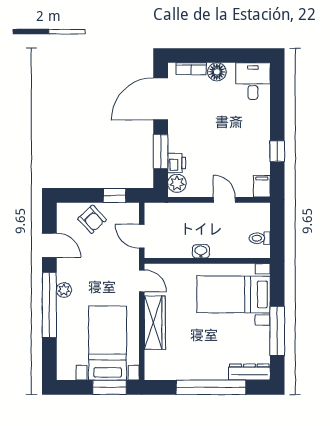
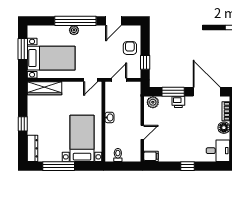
window: (277, 151) -> (187, 166), moved
printer: (177, 163) -> (178, 102), moved
armchair: (92, 219) -> (130, 48), turned 133
plant: (64, 290) -> (74, 30), moved
wardrobe: (155, 323) -> (45, 88), moved
window: (109, 387) -> (23, 49), moved
window: (211, 387) -> (23, 124), width x0.32

